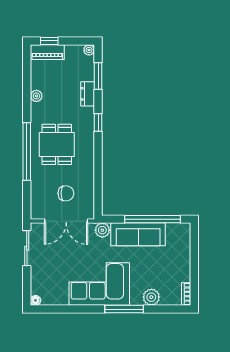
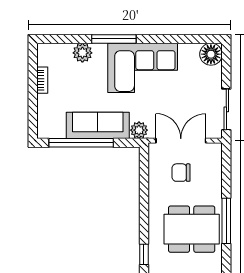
dining table: (57, 144) -> (192, 229), width x1.38
window: (27, 152) -> (226, 221), width x0.68
bookcase: (186, 294) -> (42, 80), moved
floor lamp: (35, 300) -> (211, 54), width x1.89, depth x1.89

